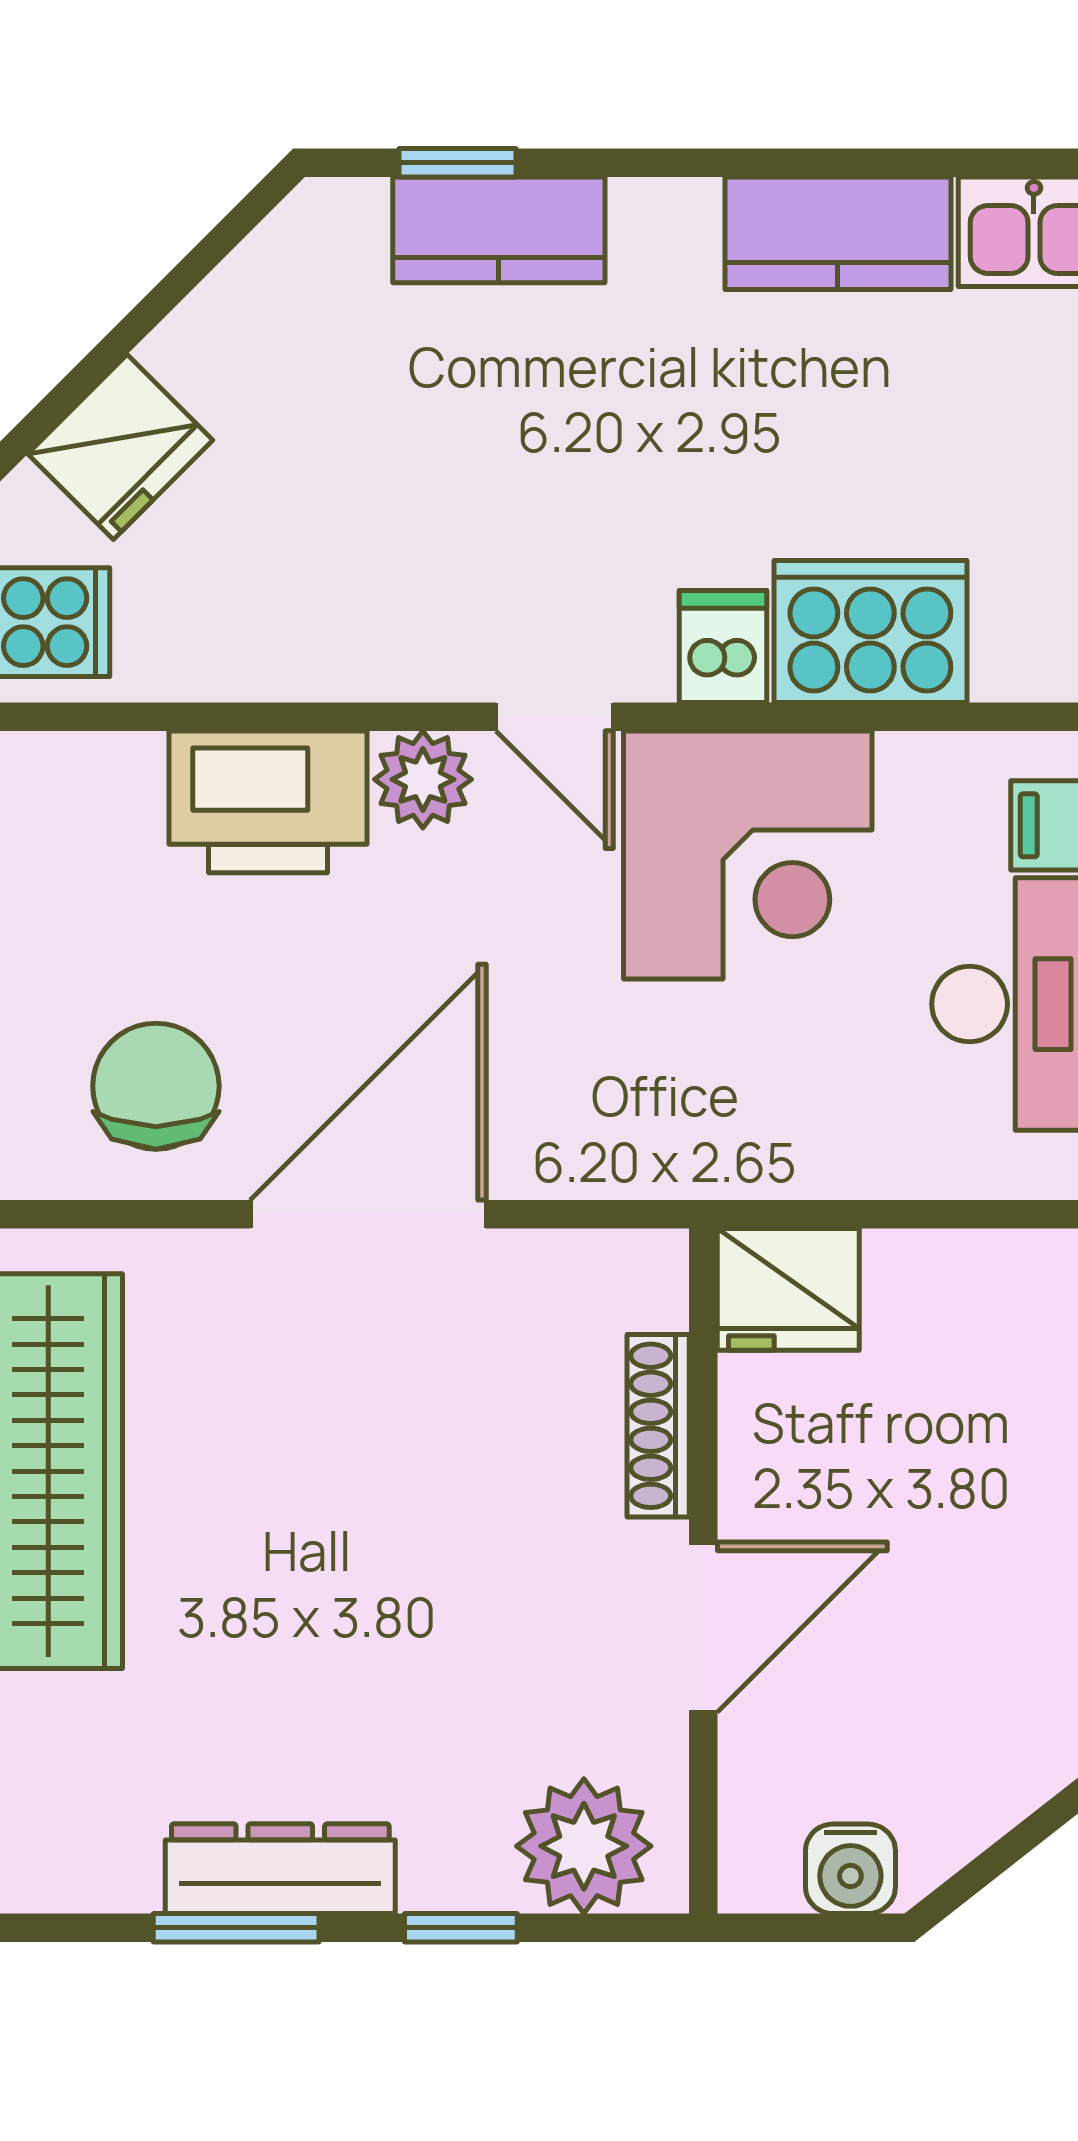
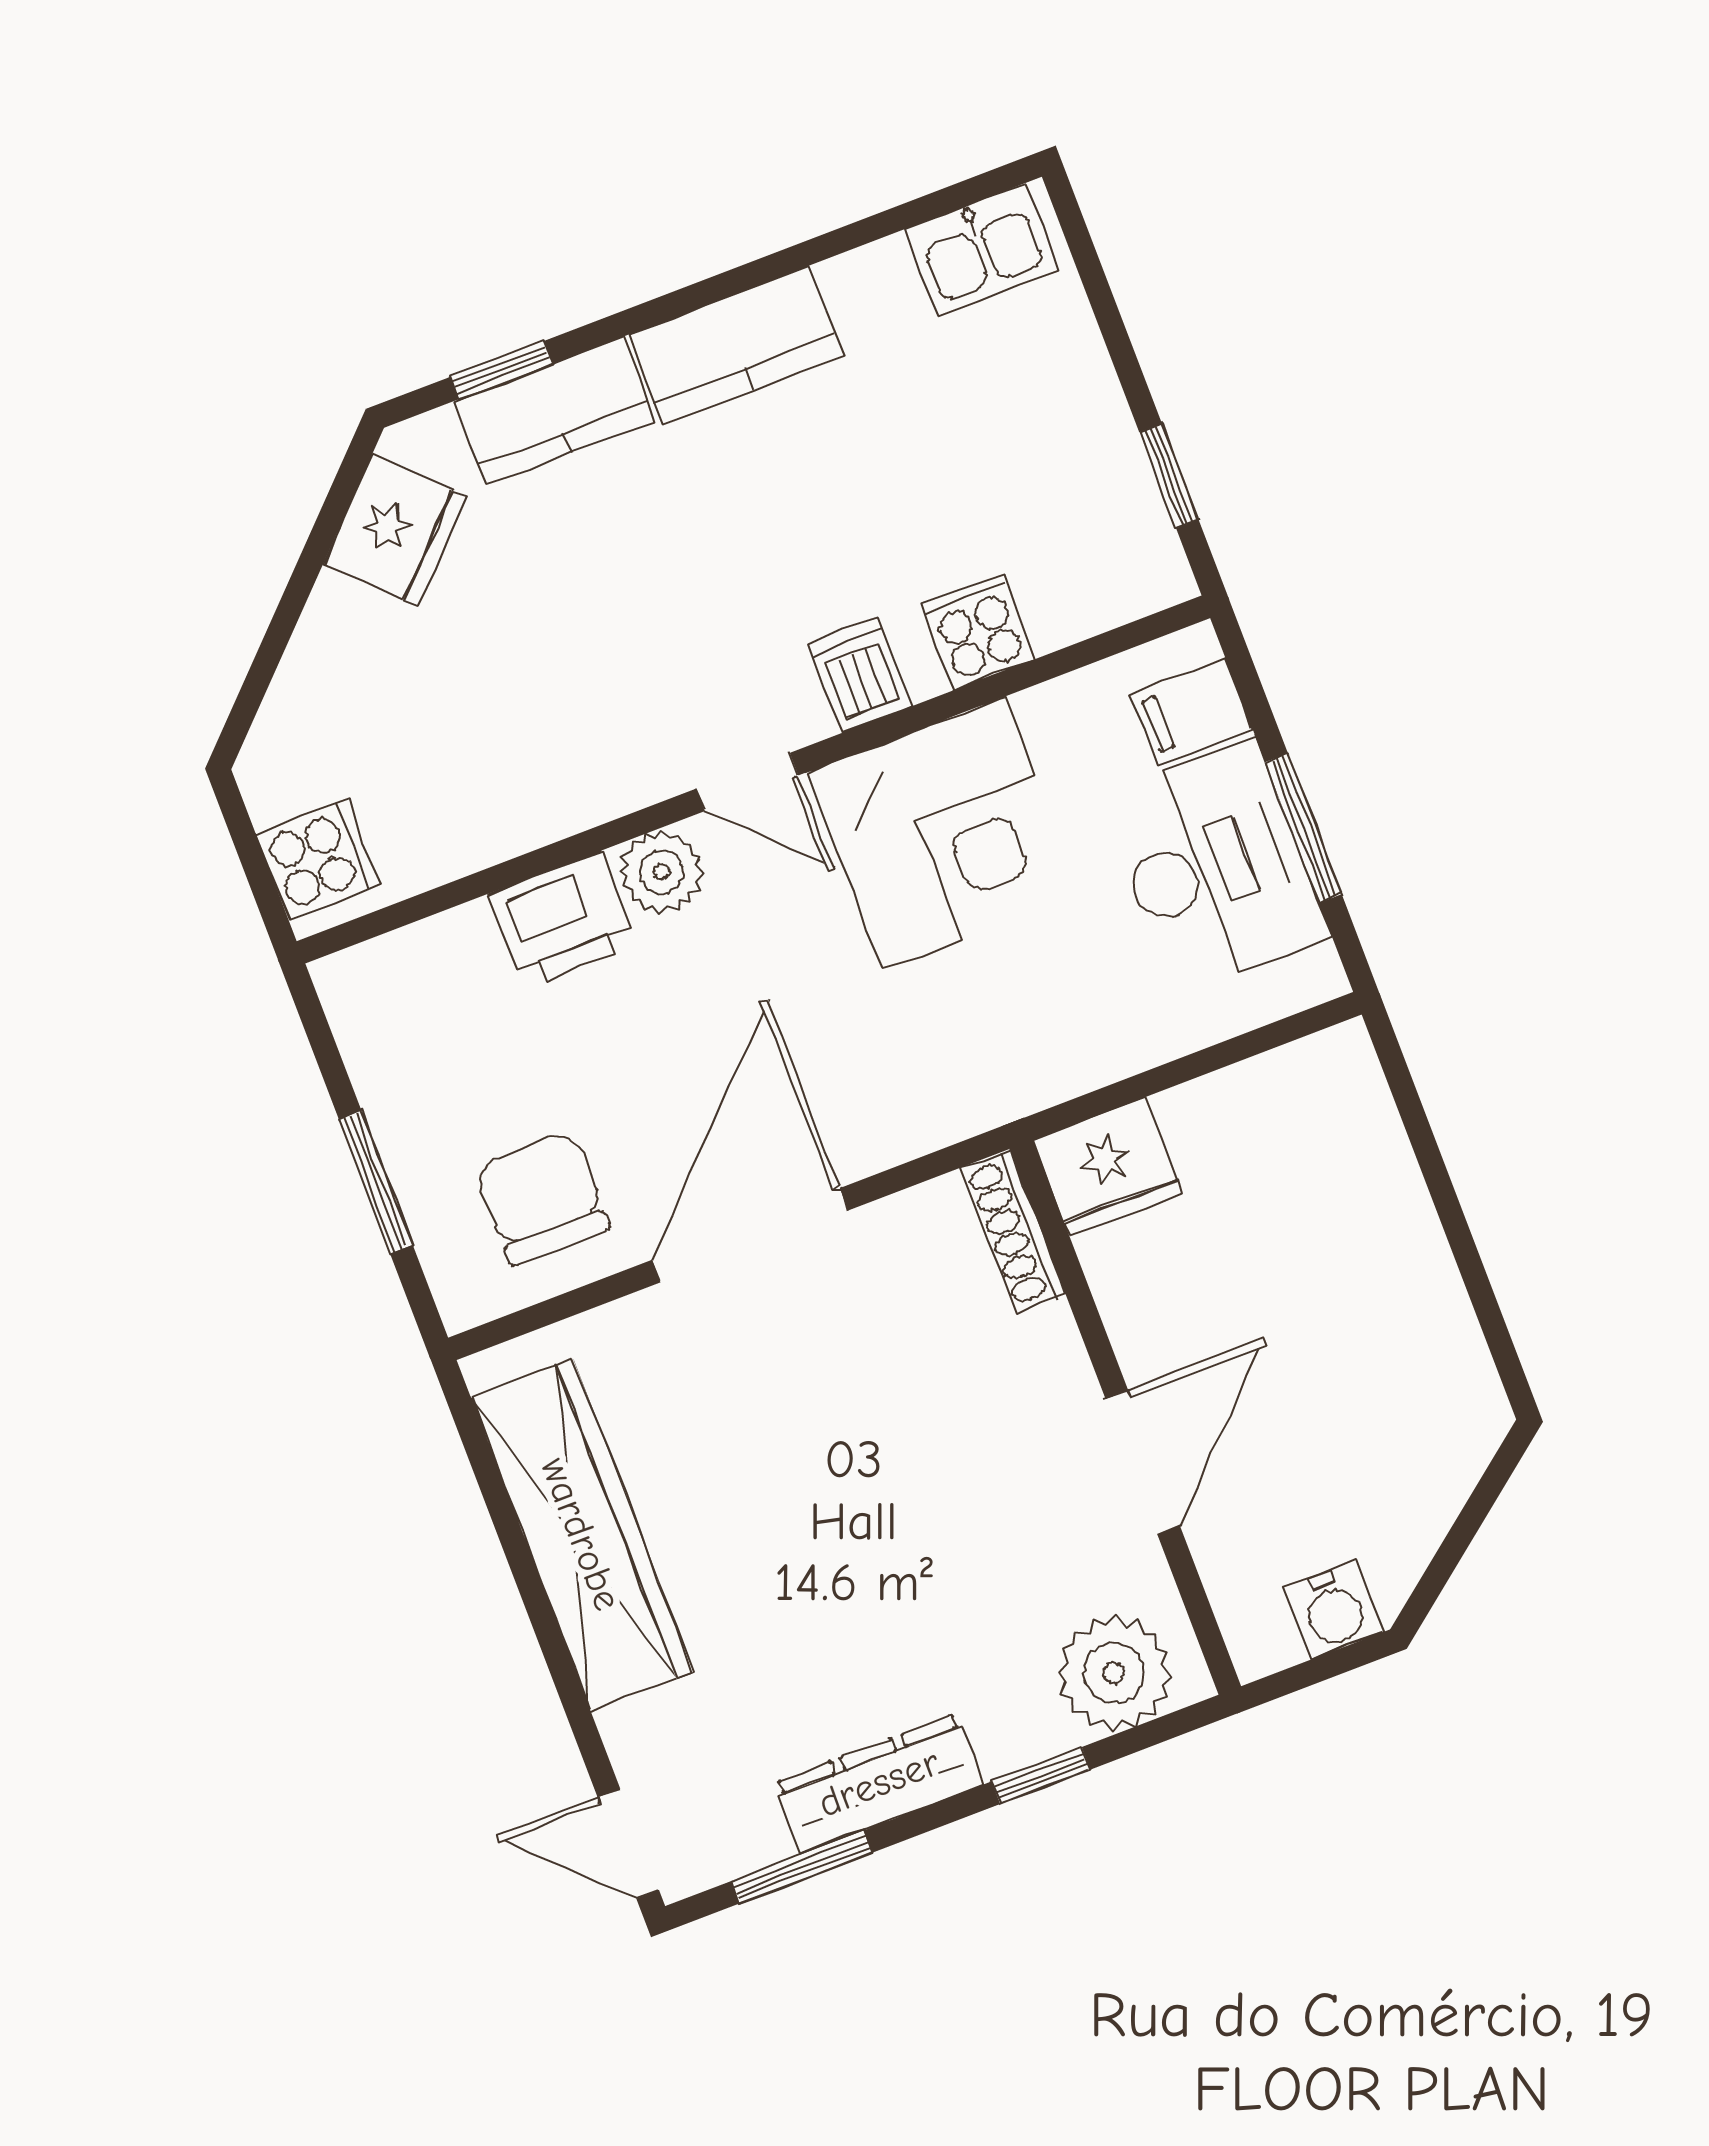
kitchen counter: (838, 233) -> (736, 345), moved
fridge: (120, 447) -> (395, 530), moved
cooker: (870, 631) -> (978, 631), width x0.53, depth x0.76
printer: (268, 802) -> (563, 920), width x0.73, depth x0.84
shoe rack: (658, 1426) -> (1013, 1231), moved
window: (236, 1928) -> (801, 1867), moved

